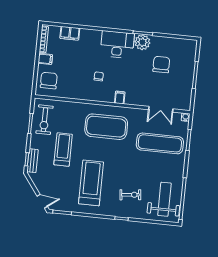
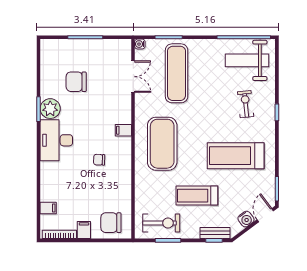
filing cabinet: (70, 33) -> (48, 208), width x0.50
water cooler: (41, 186) -> (246, 219), added

